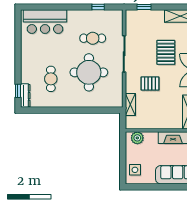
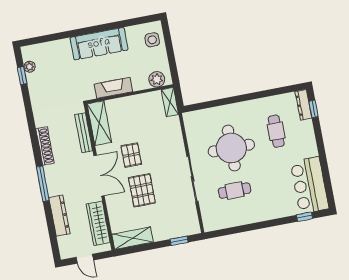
window: (98, 7) -> (304, 217), moved
bar counter: (45, 22) -> (309, 185), moved, turned -90
pallet: (150, 83) -> (131, 155), moved, turned 90
shelving: (130, 104) -> (170, 102), moved

